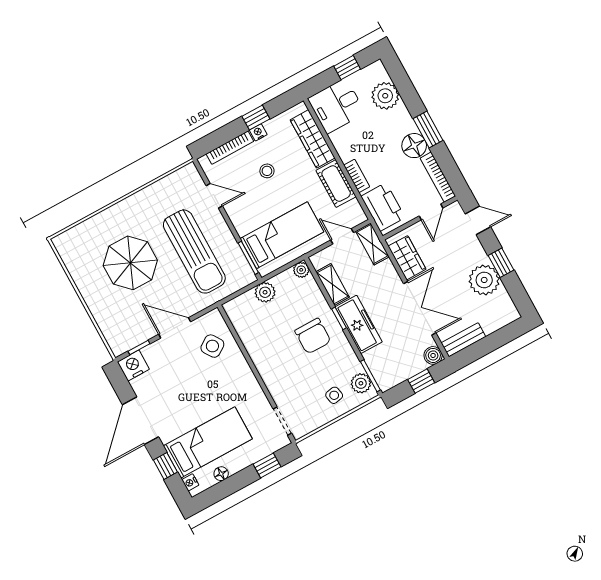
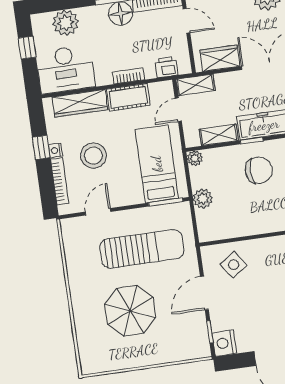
desk: (336, 106) -> (65, 69), width x1.37
stool: (267, 171) -> (93, 156), width x1.89, depth x1.89
printer: (383, 207) -> (166, 67), width x0.53, depth x0.68

